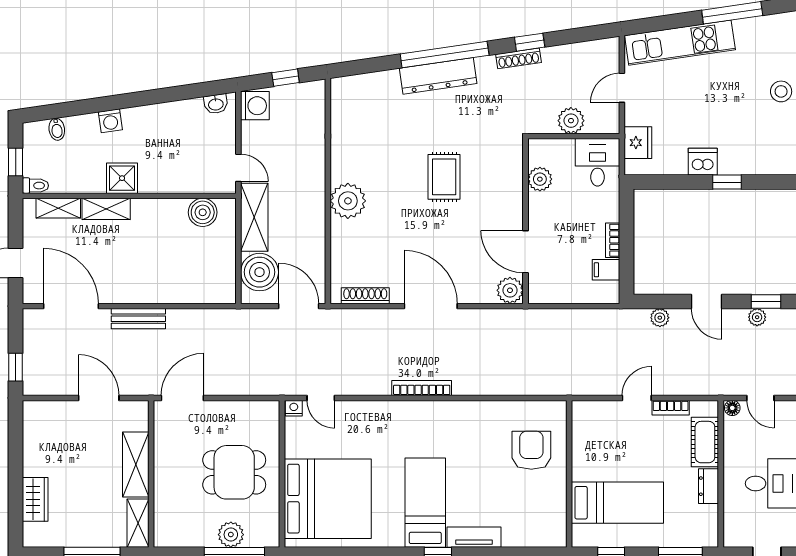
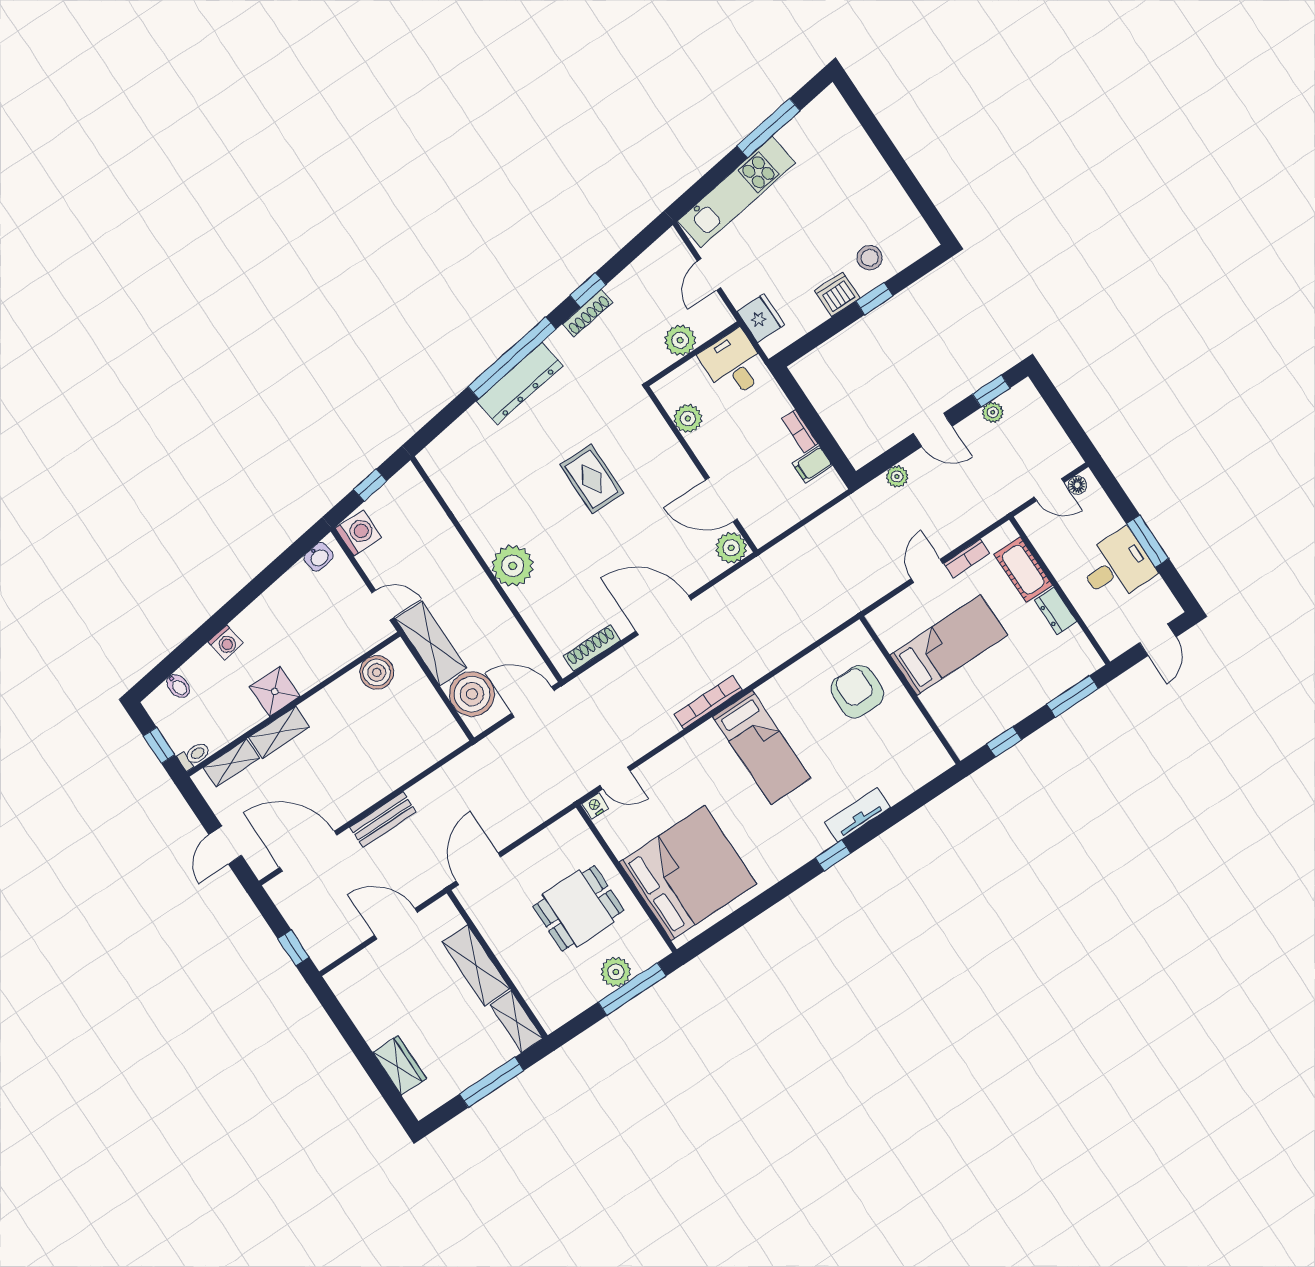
stool: (781, 91) -> (870, 258), moved
floor lamp: (732, 408) -> (1077, 485), moved
bed: (425, 503) -> (762, 747), moved, turned 180
bed: (617, 503) -> (949, 645), moved

